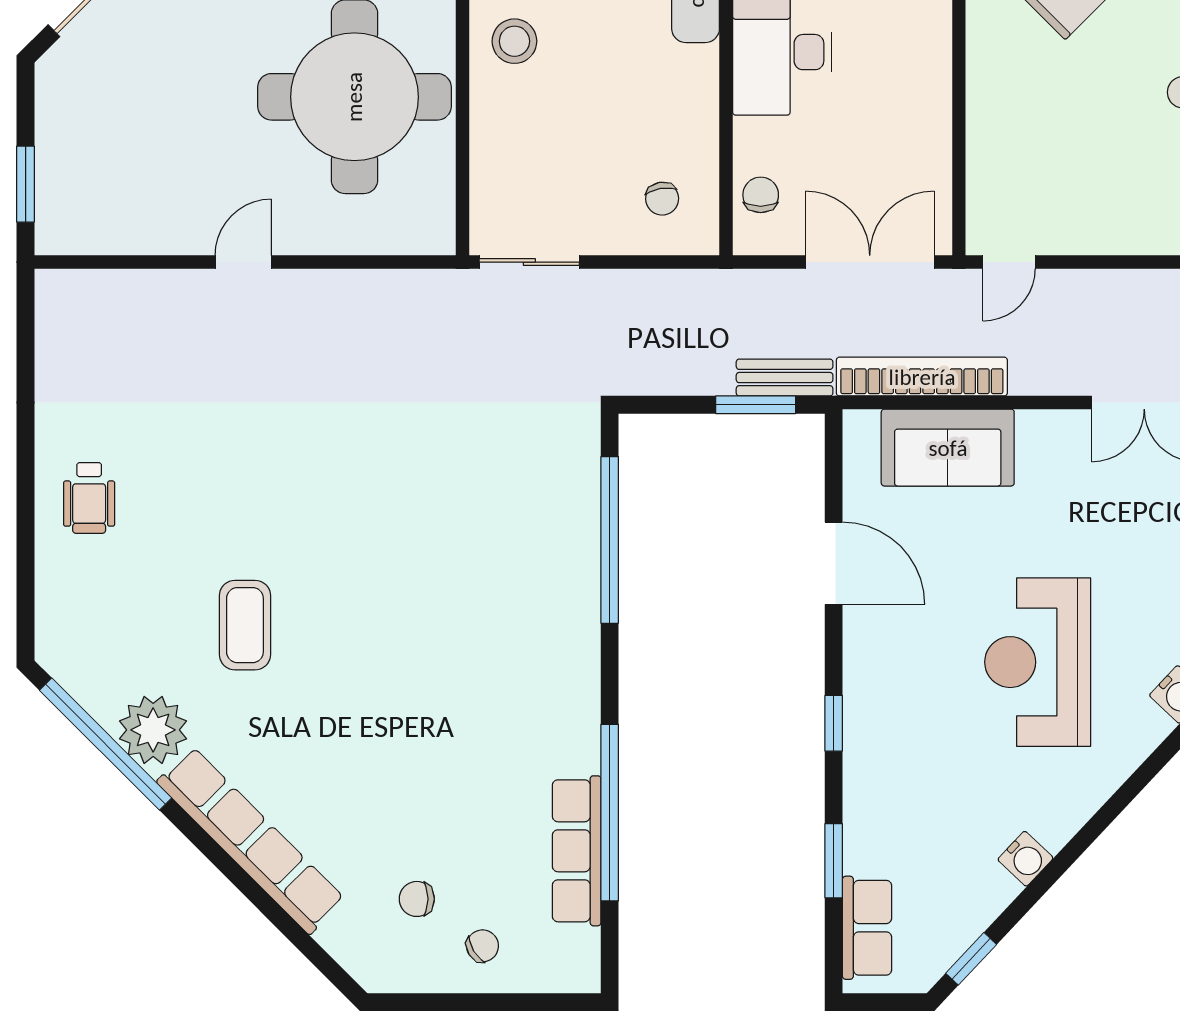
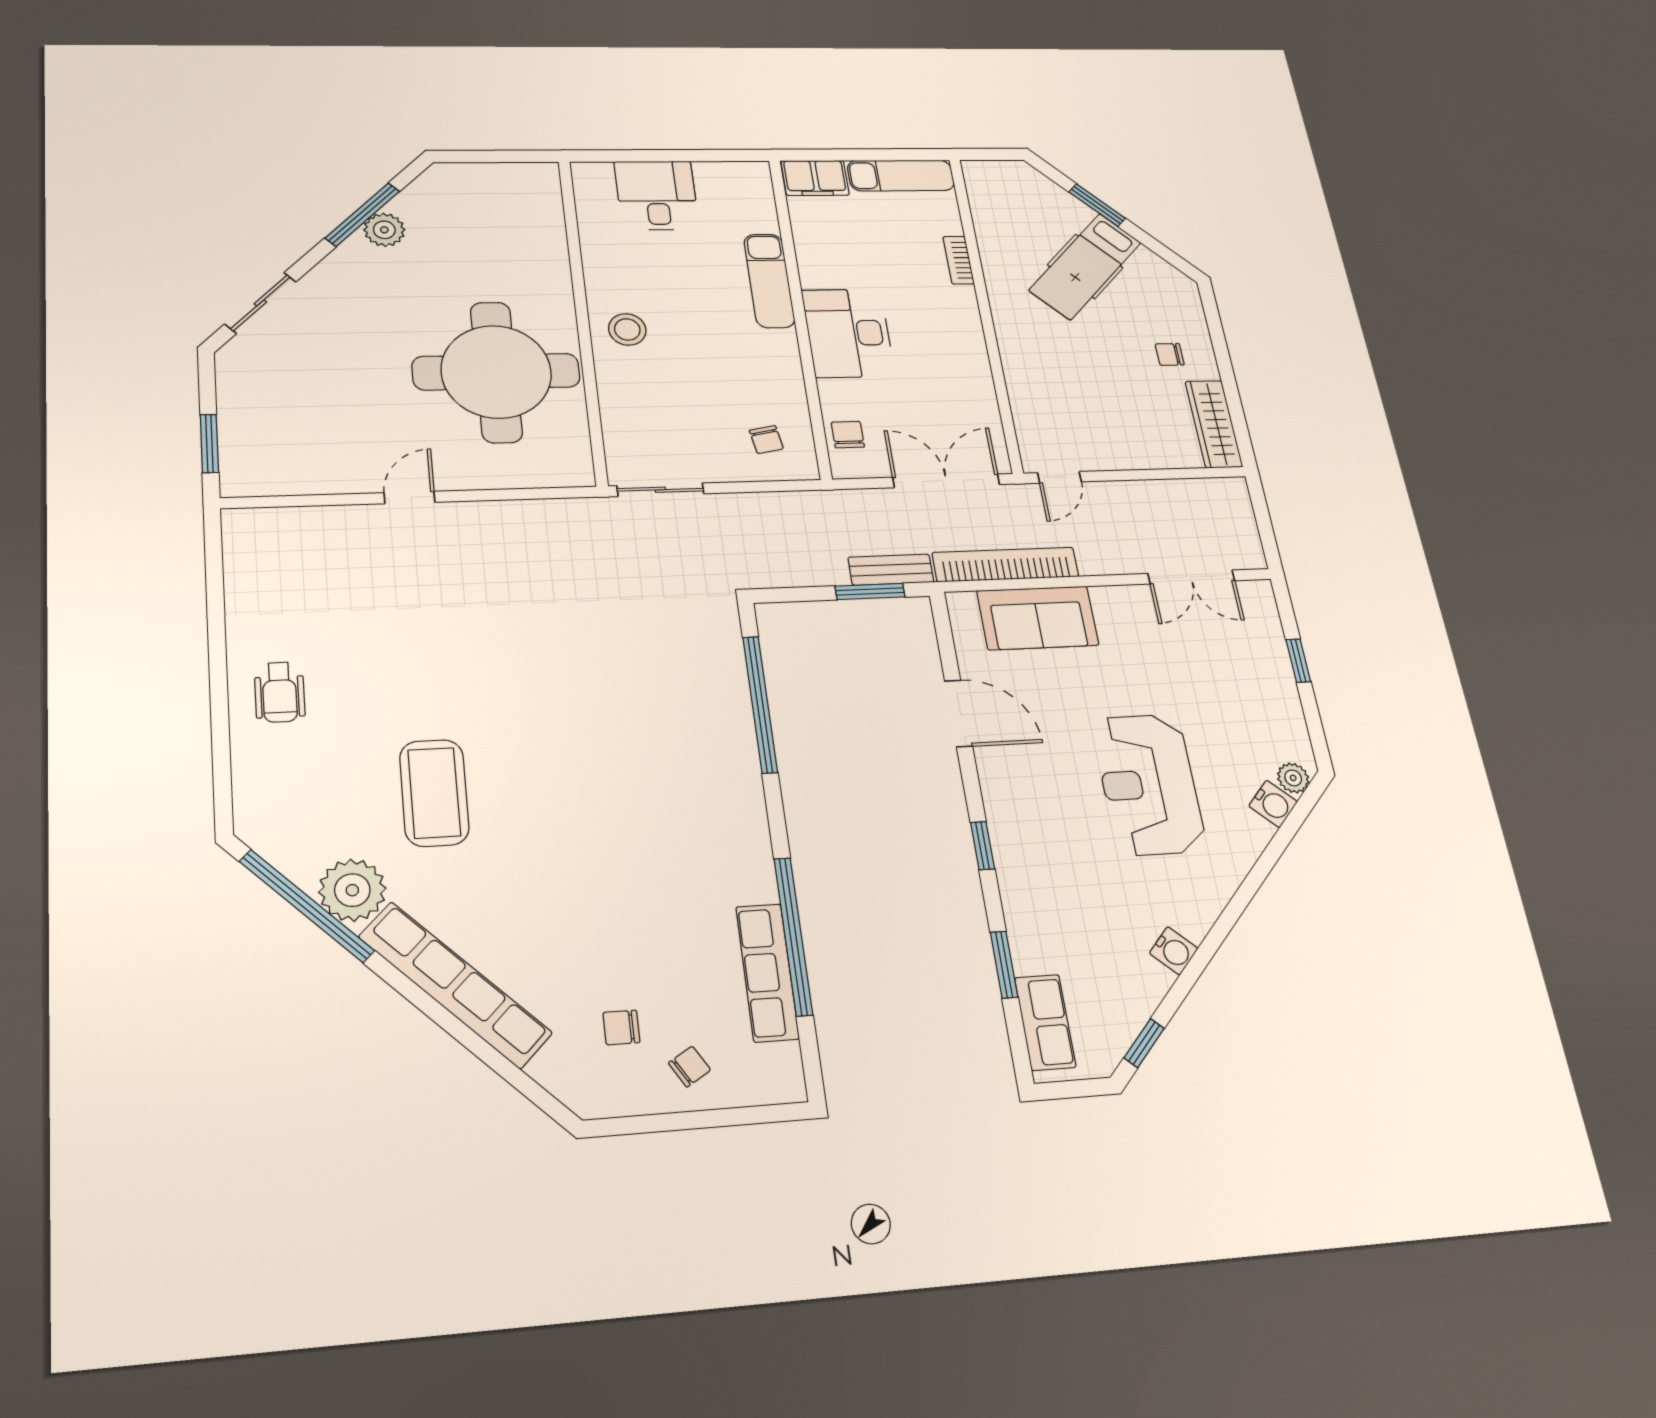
coffee table: (245, 625) -> (434, 793), width x1.36, depth x1.32

